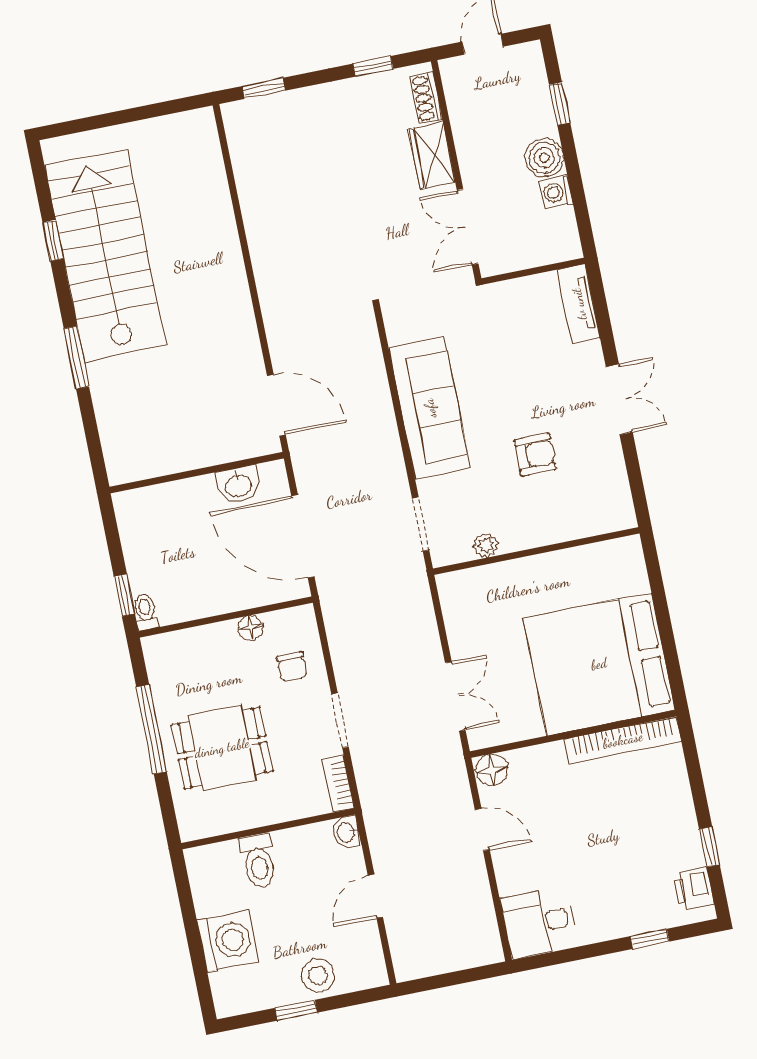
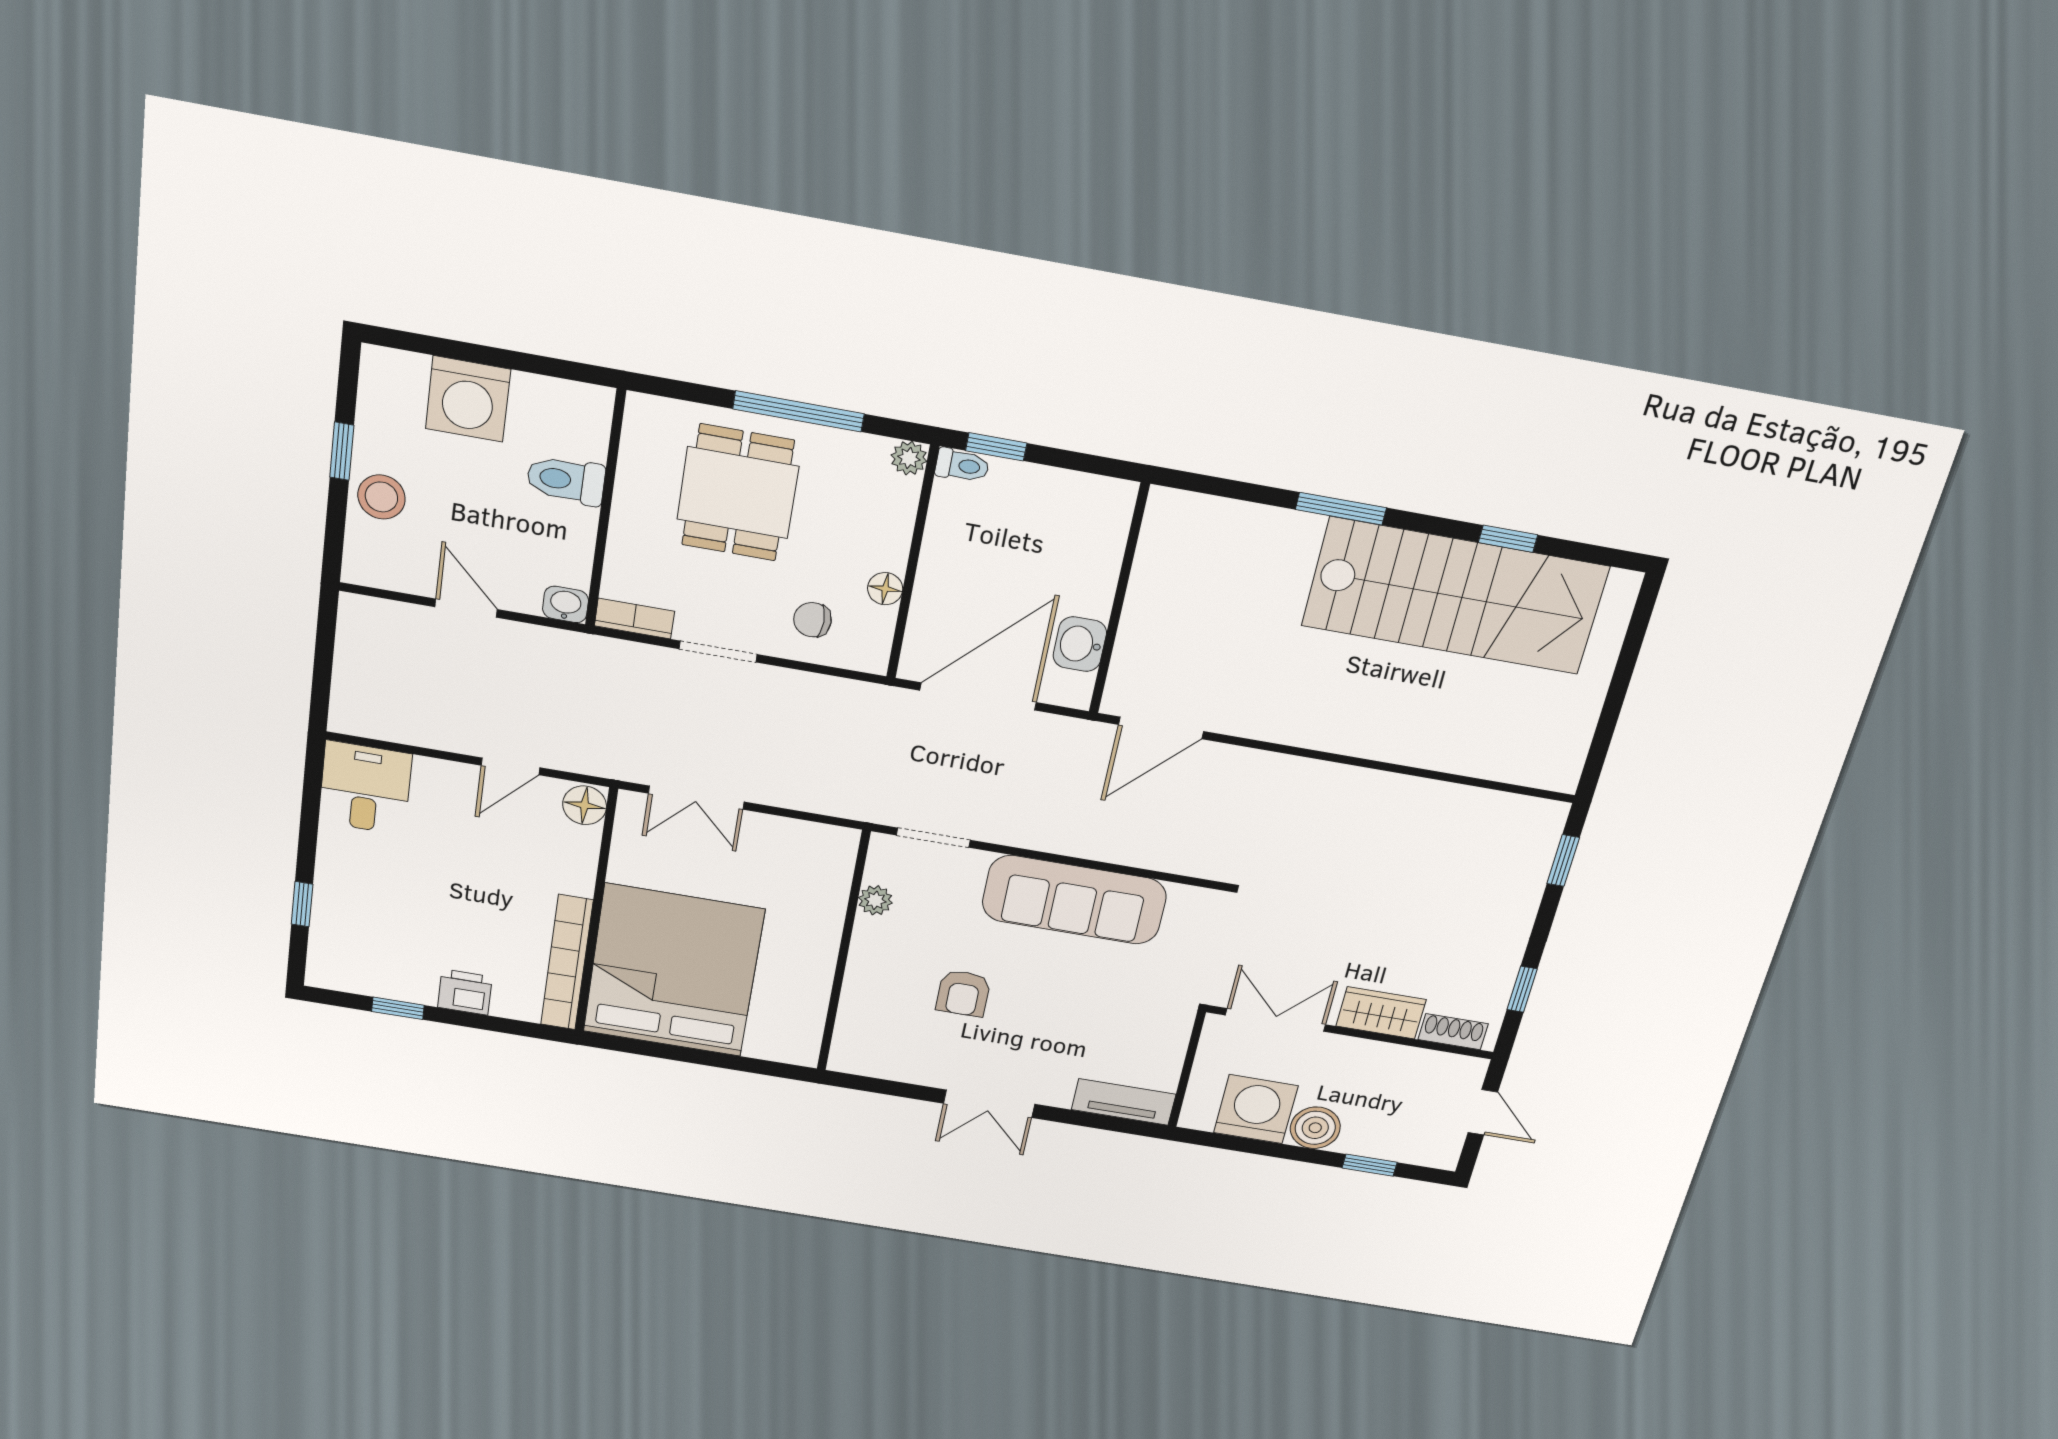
washing machine: (556, 192) -> (1256, 1109), width x1.89, depth x1.89
plant: (154, 647) -> (909, 458), added
printer: (694, 889) -> (465, 992), moved

